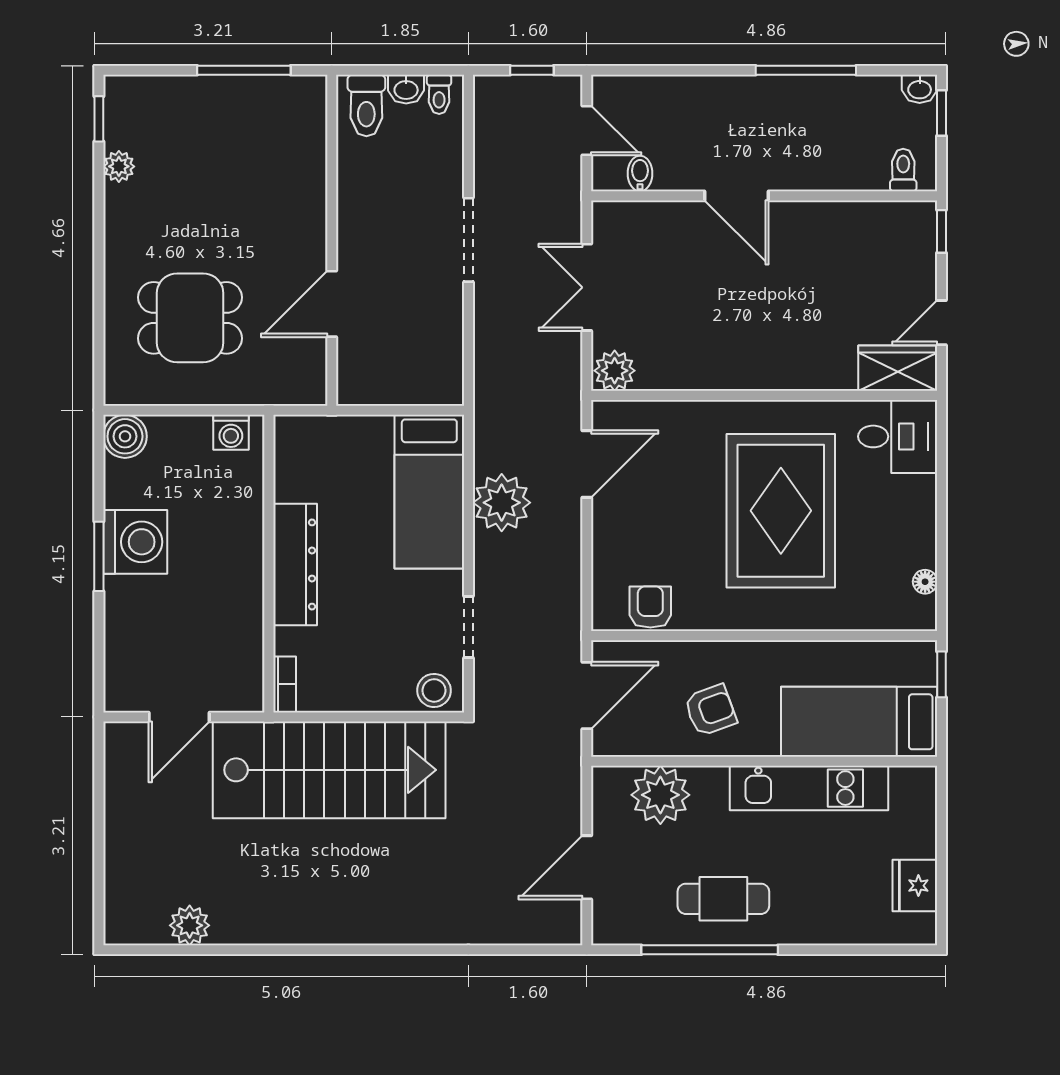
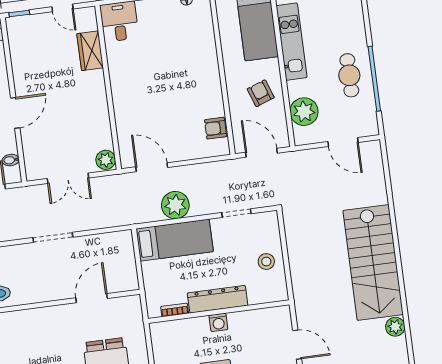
door: (332, 304) -> (92, 298), swing flipped
wardrobe: (898, 368) -> (90, 51), moved
washing machine: (231, 432) -> (218, 322), moved, turned 90
rug: (781, 511) -> (162, 72), removed
bookcase: (285, 684) -> (175, 310), moved
stool: (434, 690) -> (266, 262), moved
stairs: (329, 770) -> (373, 263), moved, turned 180

